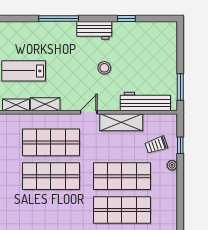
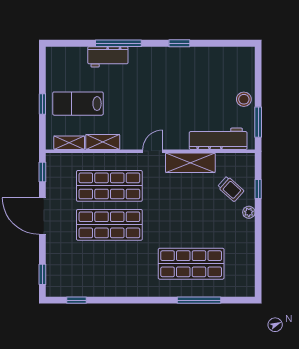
window: (126, 19) -> (179, 43), moved
workbench: (94, 30) -> (108, 57), moved
stool: (104, 68) -> (244, 99), moved
trolley: (156, 145) -> (231, 189), turned -119
shop shelf: (122, 176) -> (191, 225), removed

